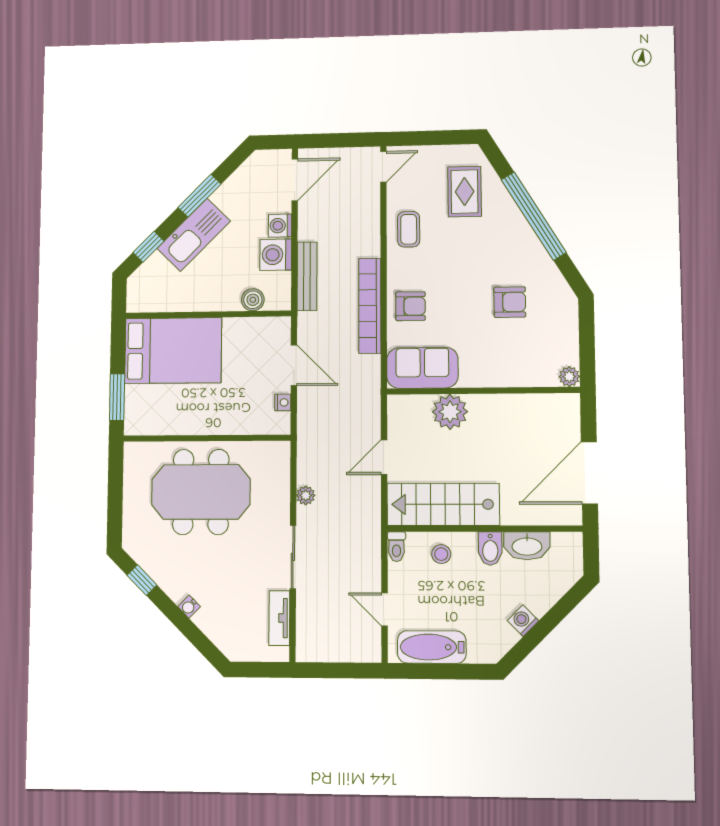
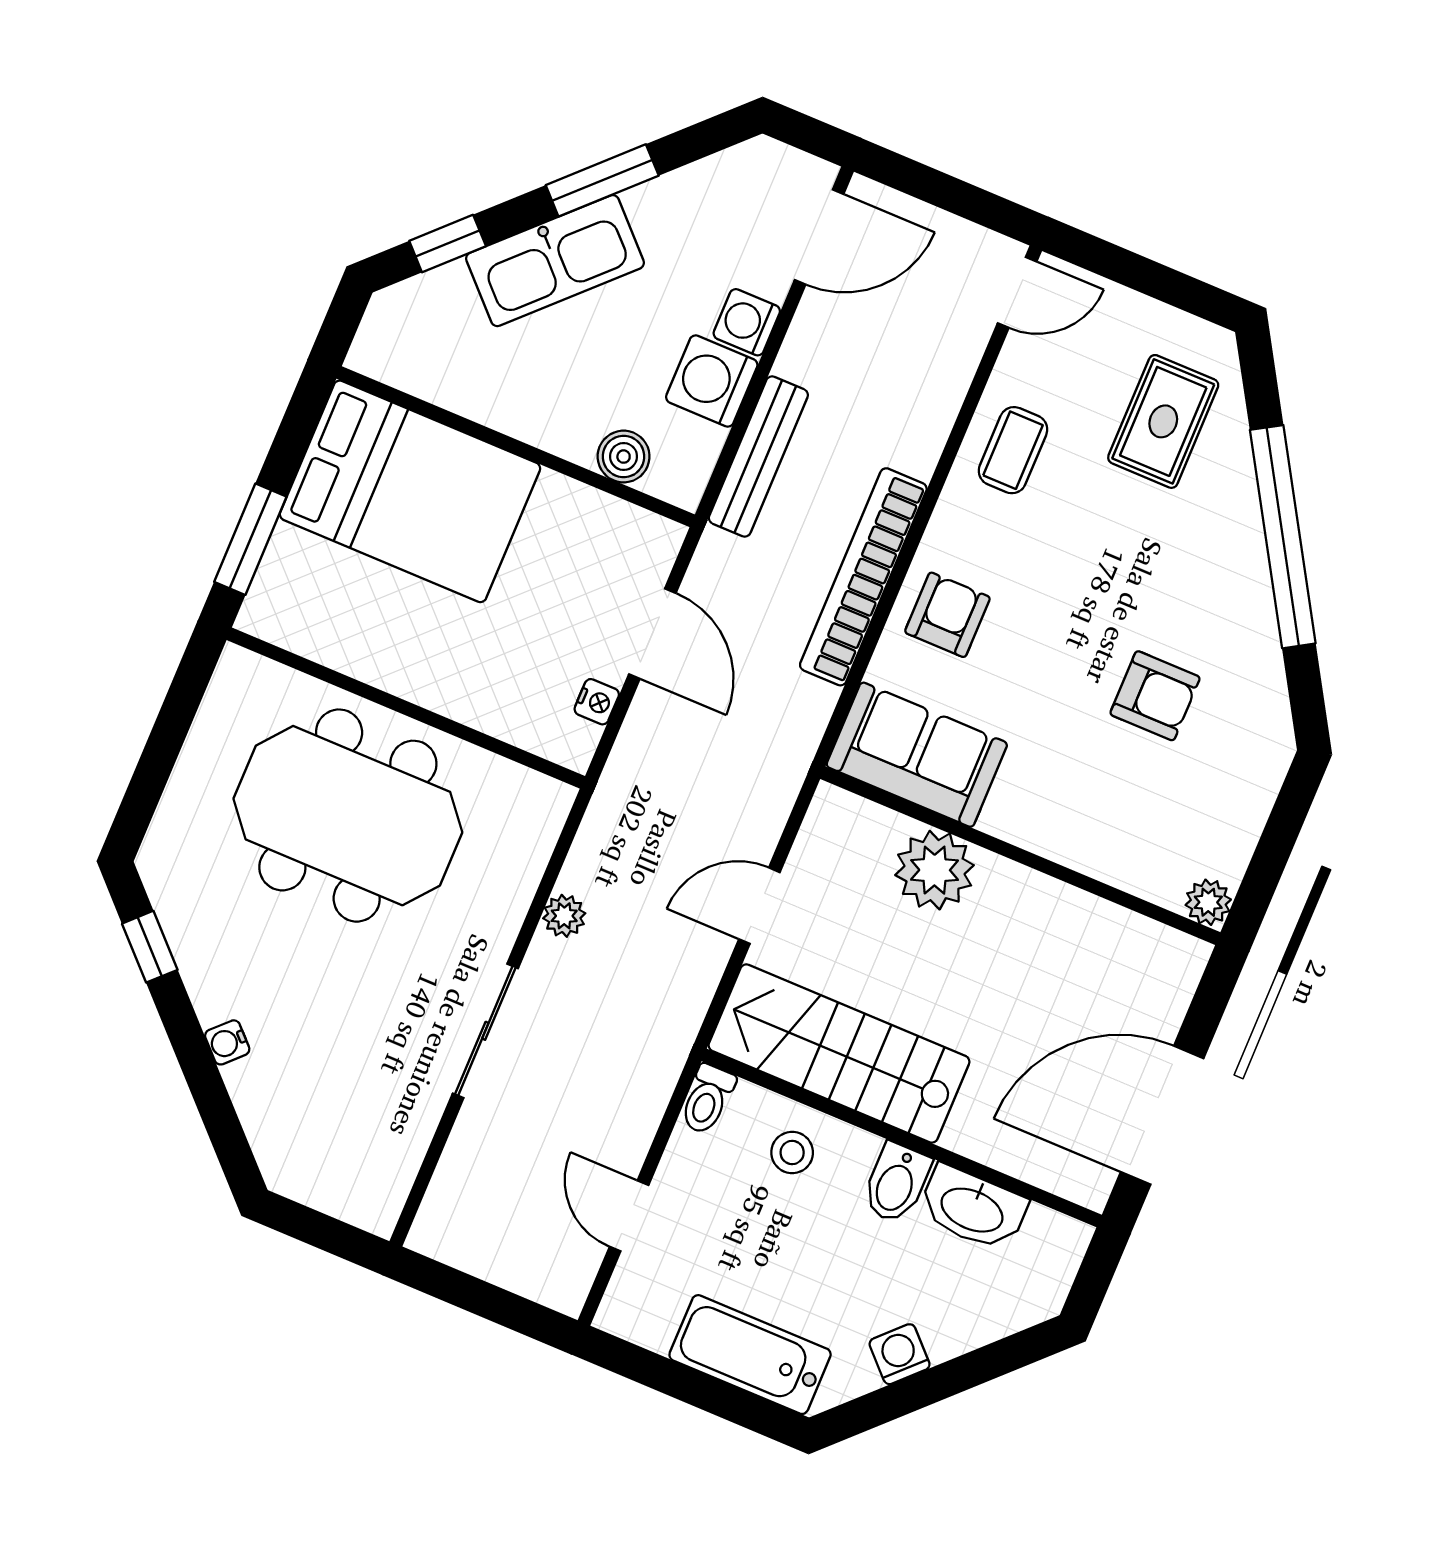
armchair: (410, 306) -> (947, 615), turned -90
tv unit: (279, 618) -> (406, 1144), removed
bathtub: (432, 647) -> (750, 1355), moved

